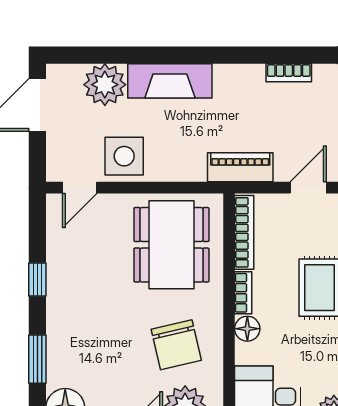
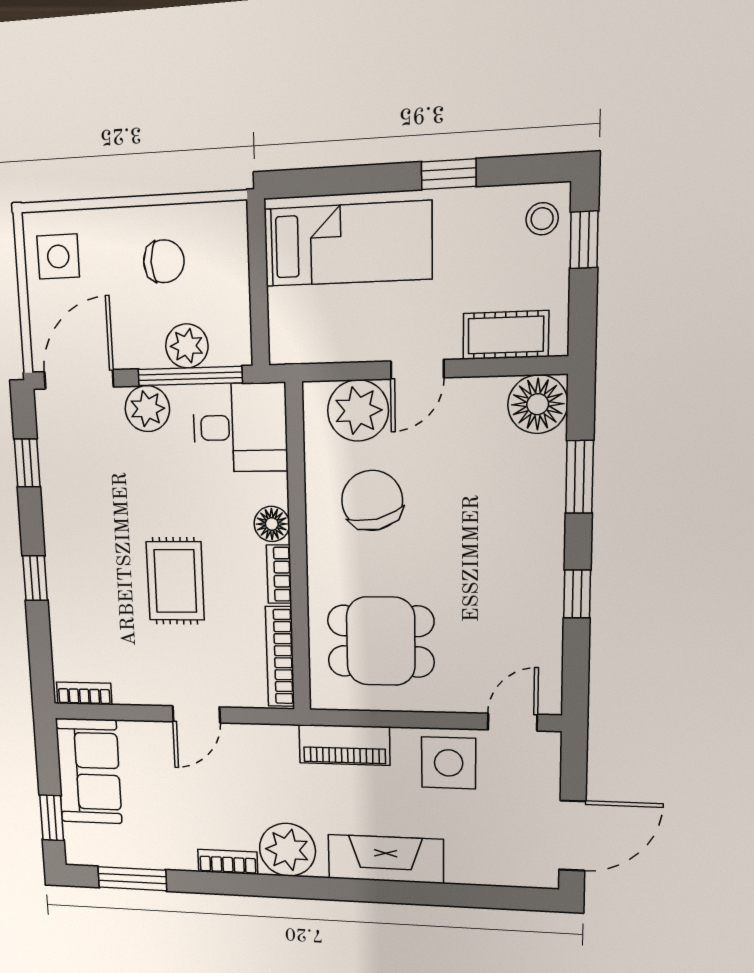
plant: (105, 85) -> (287, 850), moved
piano: (240, 167) -> (344, 745), moved
dining table: (171, 245) -> (381, 641), width x0.73

